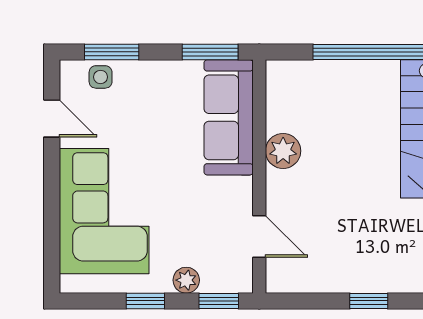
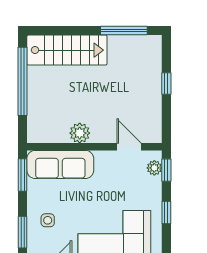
side table: (101, 77) -> (48, 220), moved
door: (259, 236) -> (129, 147), hinge flipped
plant: (186, 280) -> (154, 168), moved

